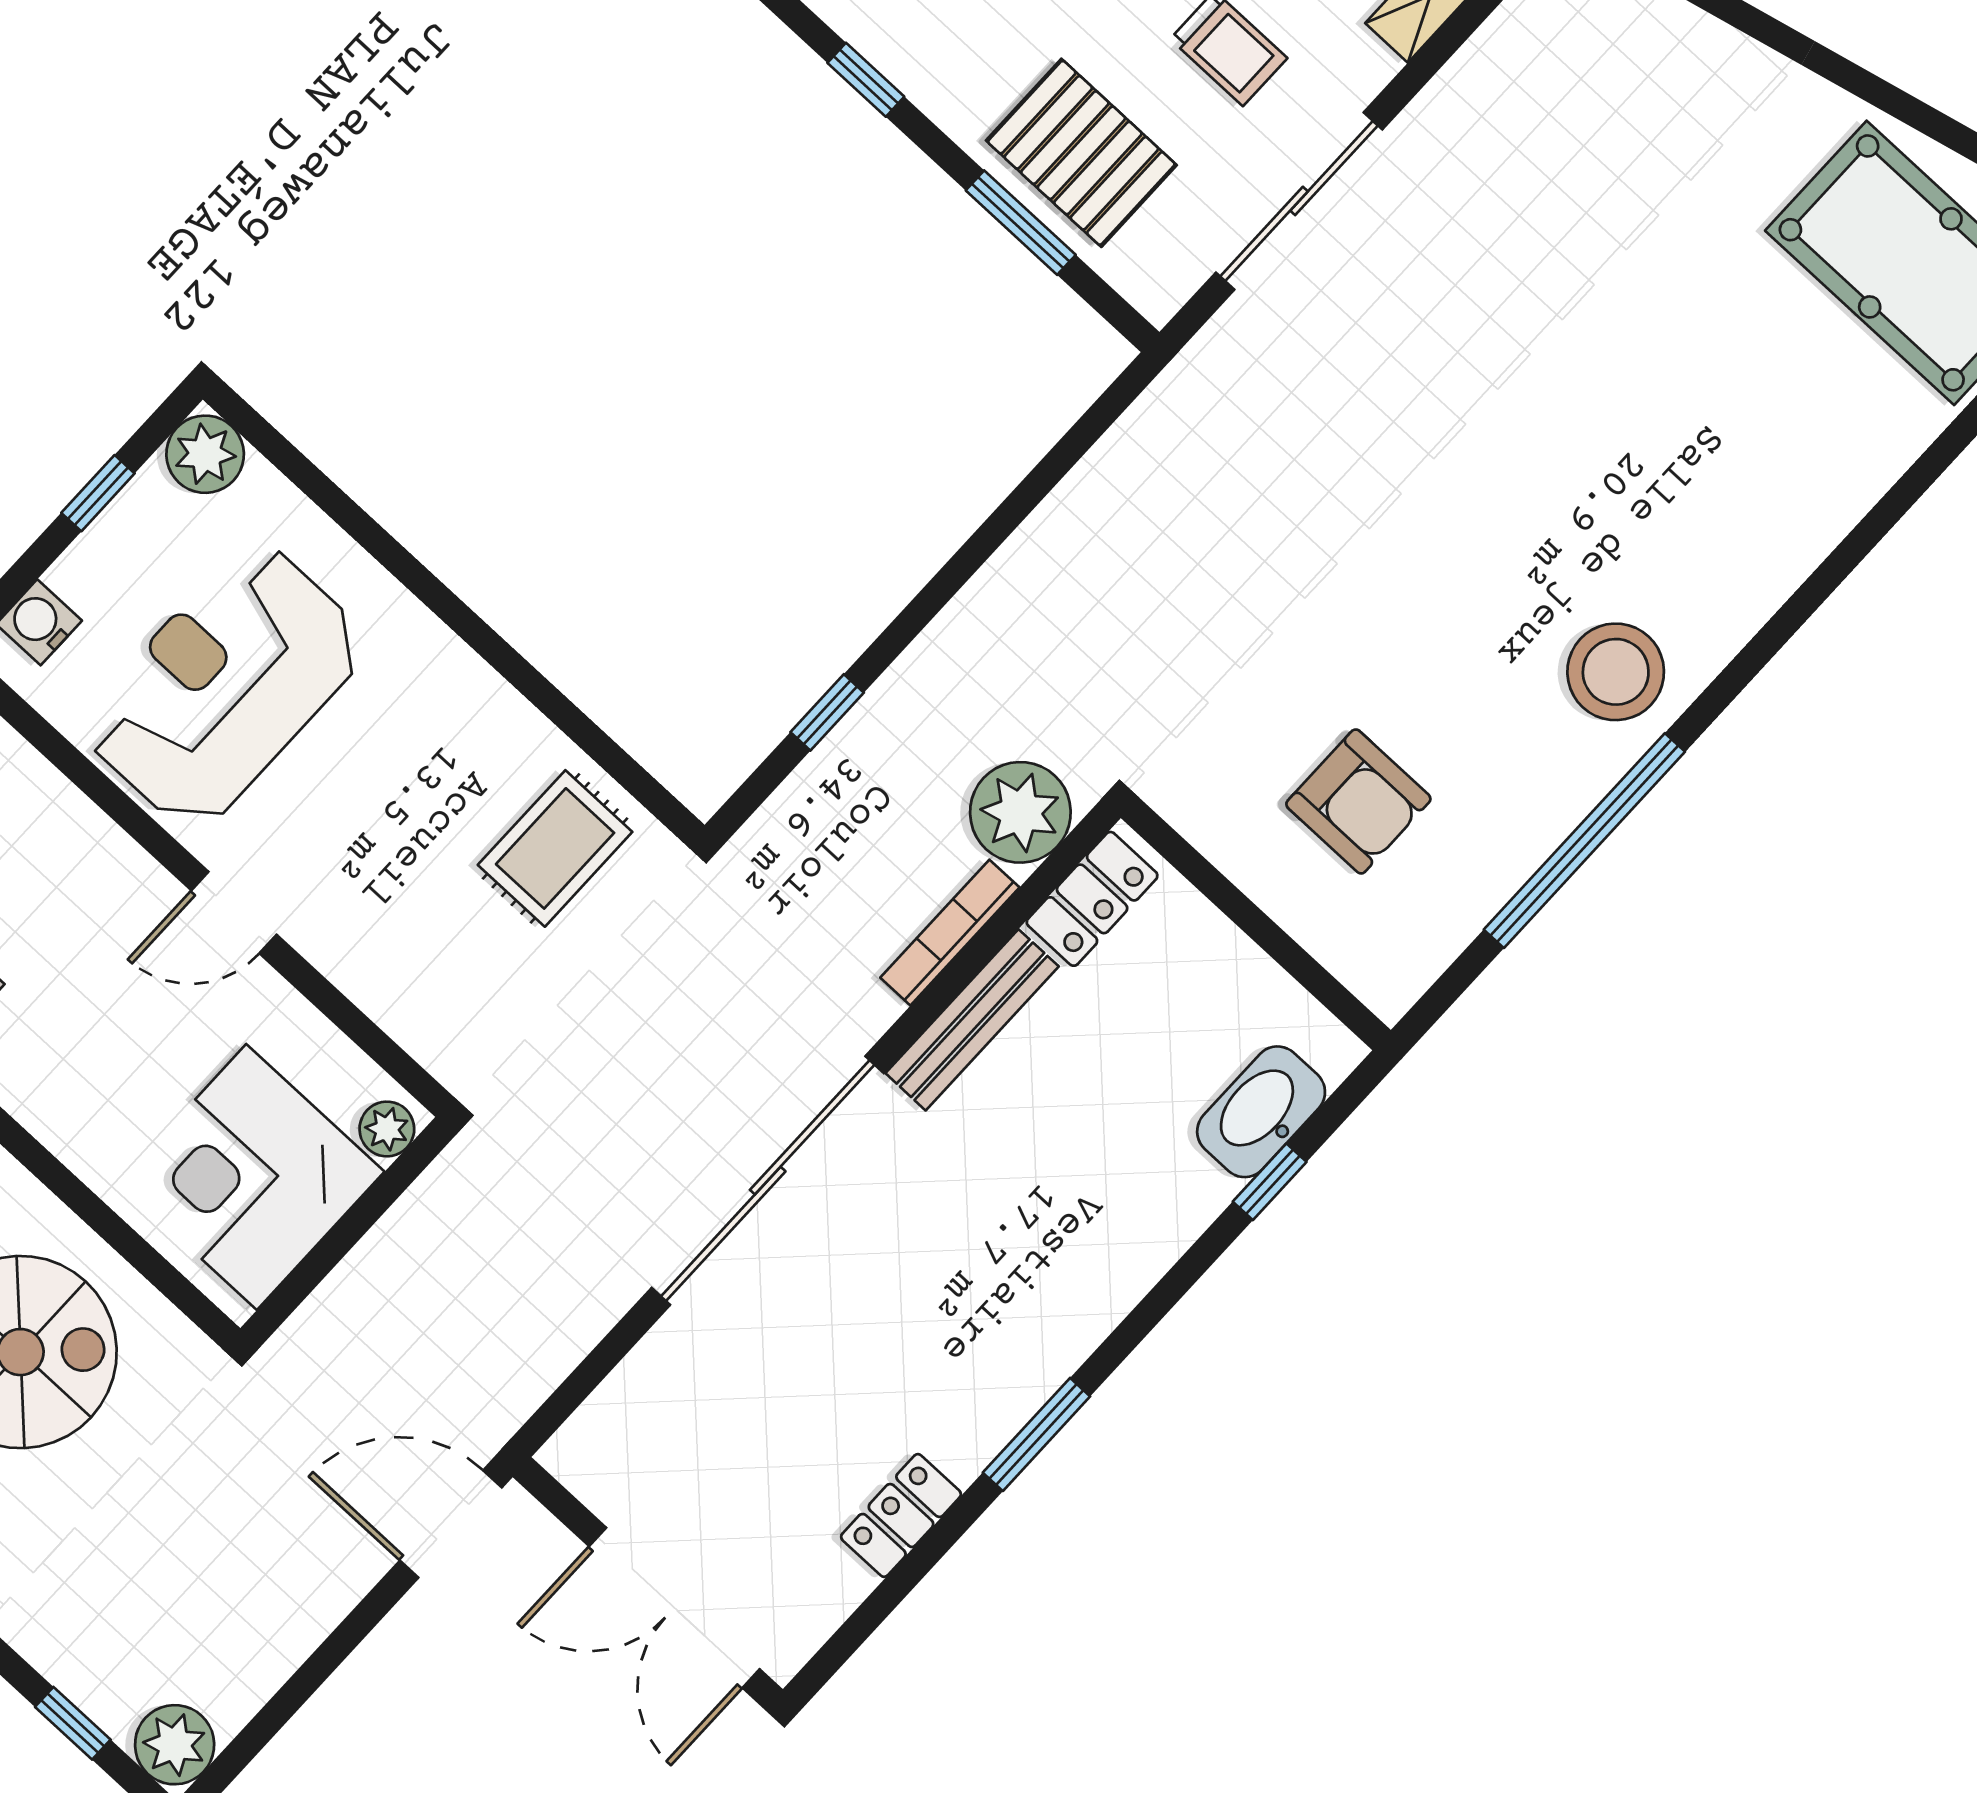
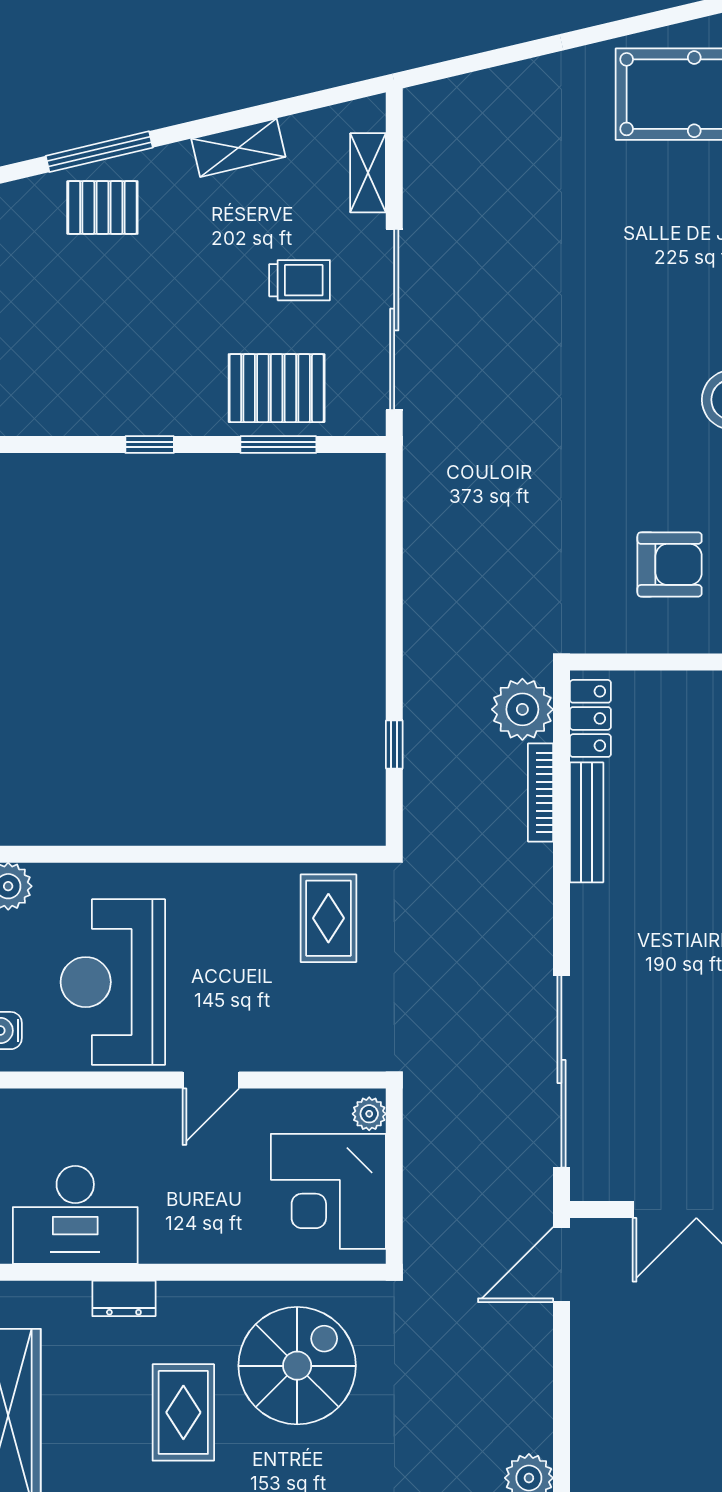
sliding door: (1299, 201) -> (394, 320), width x1.36
sliding door: (768, 1181) -> (561, 1071), moved

